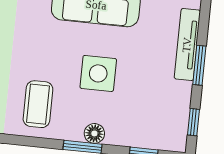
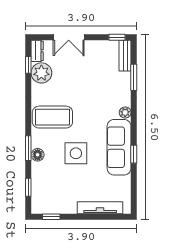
window: (199, 65) -> (88, 217), removed
coffee table: (38, 104) -> (52, 117), width x1.36, depth x1.32

